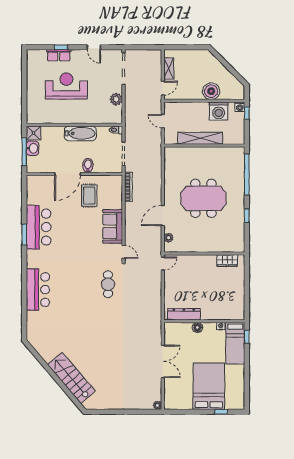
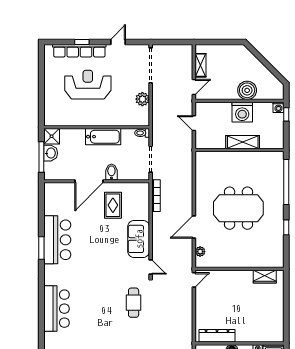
door: (94, 47) -> (118, 42), swing flipped
row of seats: (59, 55) -> (79, 51), width x2.02
washing machine: (219, 111) -> (242, 112), moved
shelving: (200, 138) -> (243, 142), width x0.68

